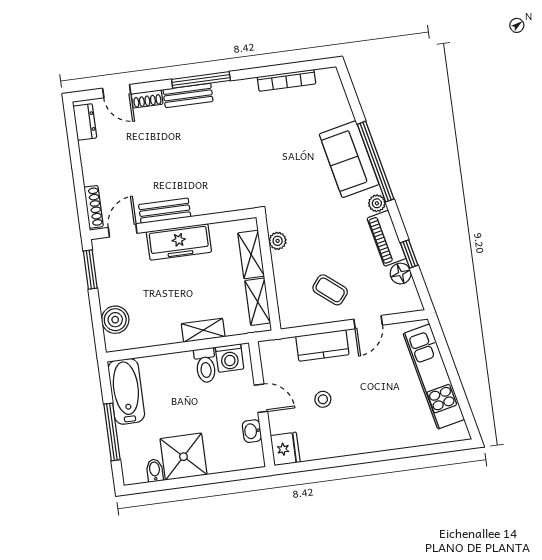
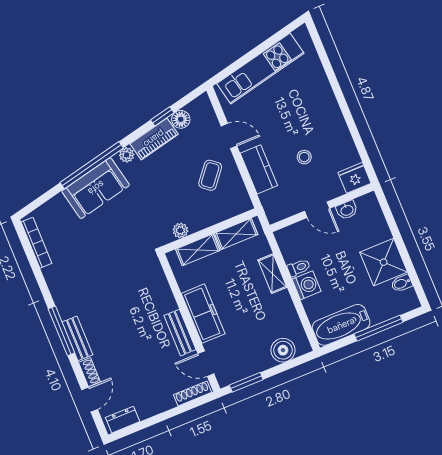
bookcase: (287, 80) -> (36, 243), moved
washing machine: (230, 358) -> (306, 285), moved
toilet: (205, 365) -> (299, 268), width x0.73, depth x0.72
door: (261, 398) -> (317, 210), swing flipped

